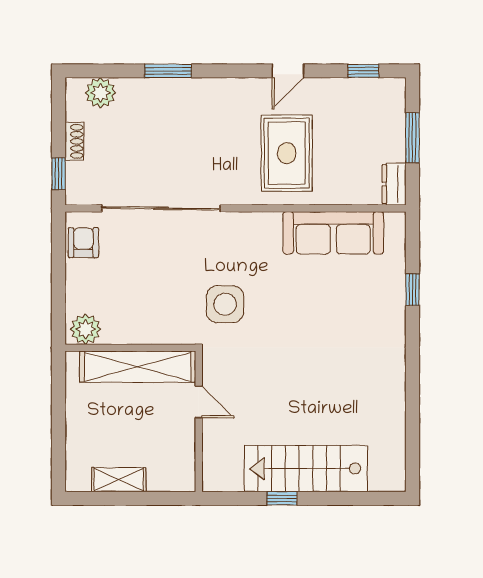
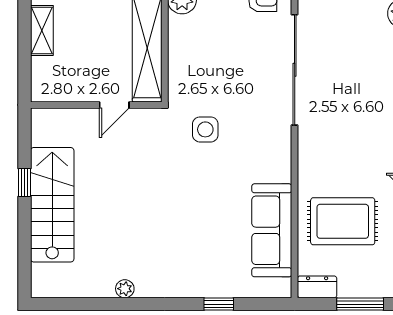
rug: (287, 153) -> (343, 221), moved
side table: (225, 304) -> (205, 129), width x0.73, depth x0.73
plant: (396, 391) -> (125, 289), added

